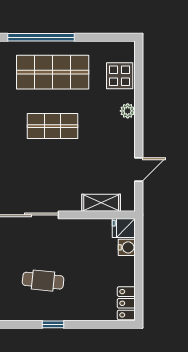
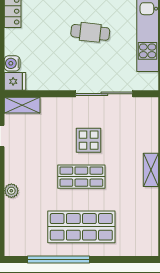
window: (41, 37) -> (59, 260), moved
display table: (120, 76) -> (89, 140), moved
shelving: (101, 203) -> (22, 105), moved

